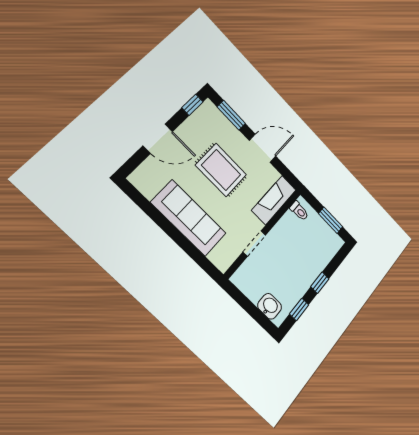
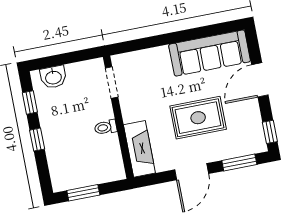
toilet: (299, 211) -> (106, 127), moved
sofa: (189, 218) -> (210, 53), moved
doorway: (254, 243) -> (112, 83), moved

